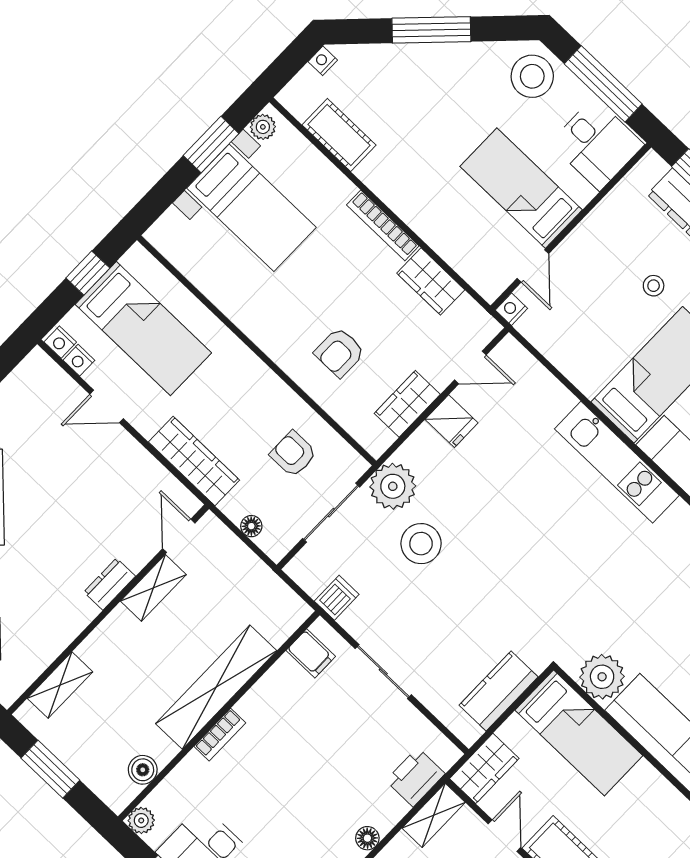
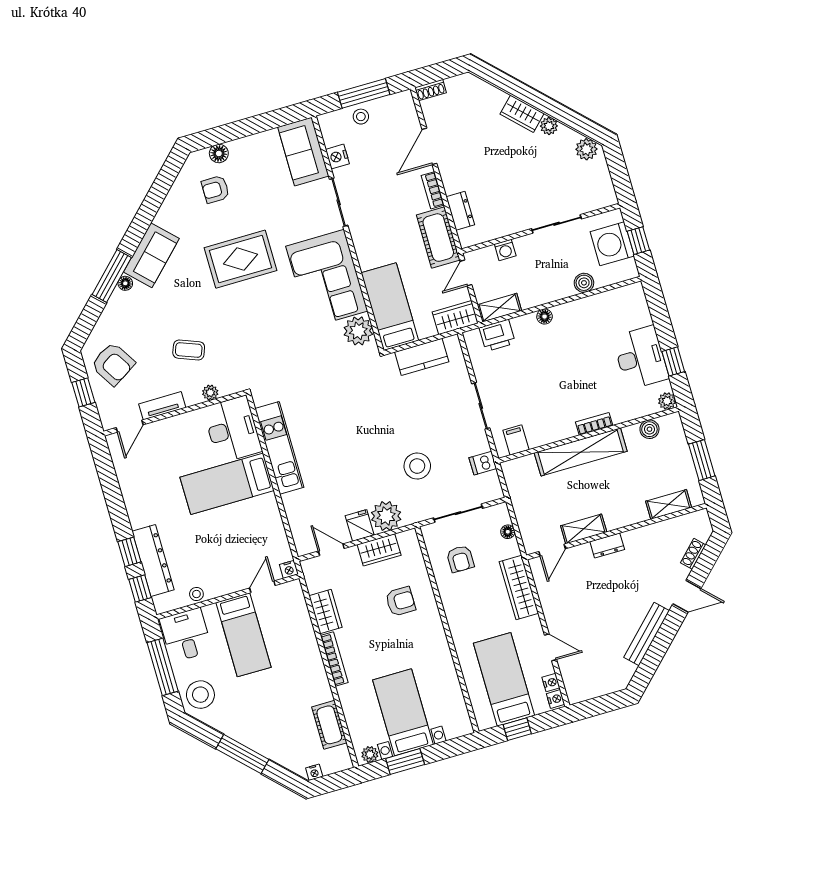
stool: (654, 286) -> (196, 594), moved
plant: (393, 486) -> (386, 516), moved

